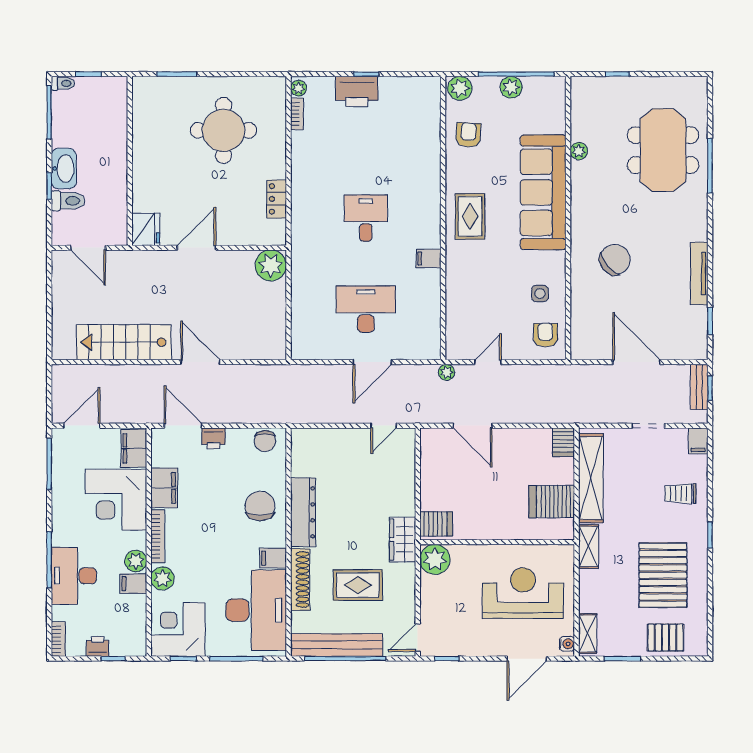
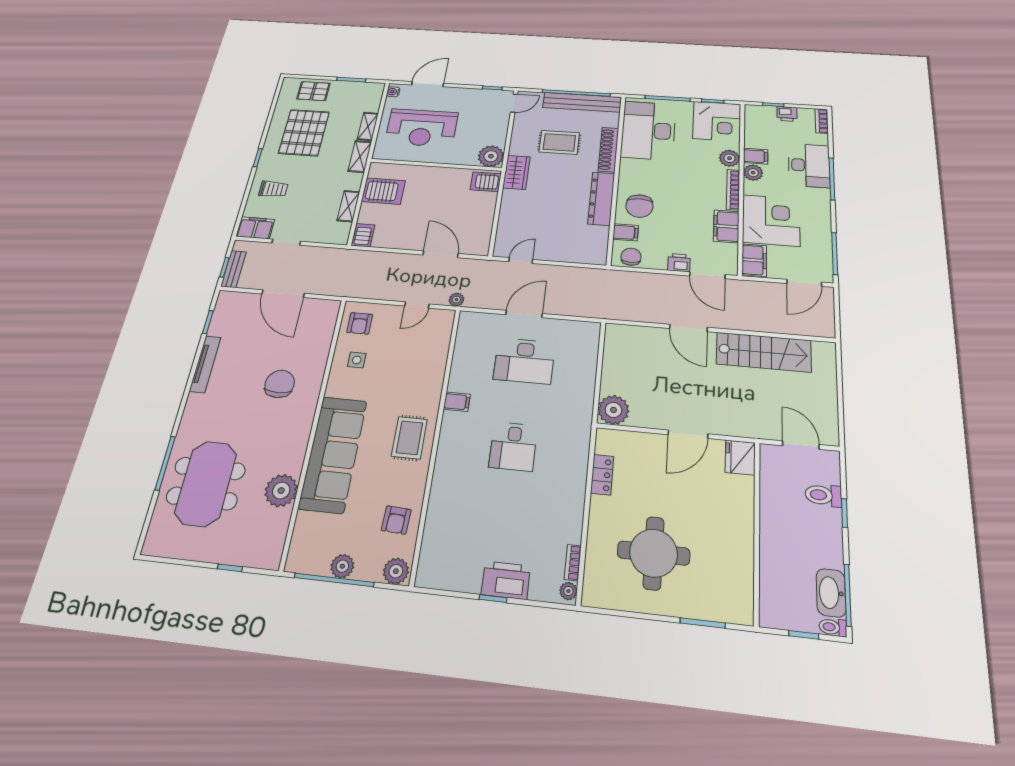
plant: (579, 151) -> (281, 491), width x1.88, depth x1.88
washbasin: (64, 169) -> (831, 593), moved
chair: (615, 260) -> (280, 384), turned 131
filing cabinet: (698, 441) -> (255, 228), width x2.00
shelving: (591, 478) -> (348, 206), width x0.45, depth x0.75
filing cabinet: (273, 558) -> (626, 232), moved
shelving: (588, 634) -> (368, 126), moved

